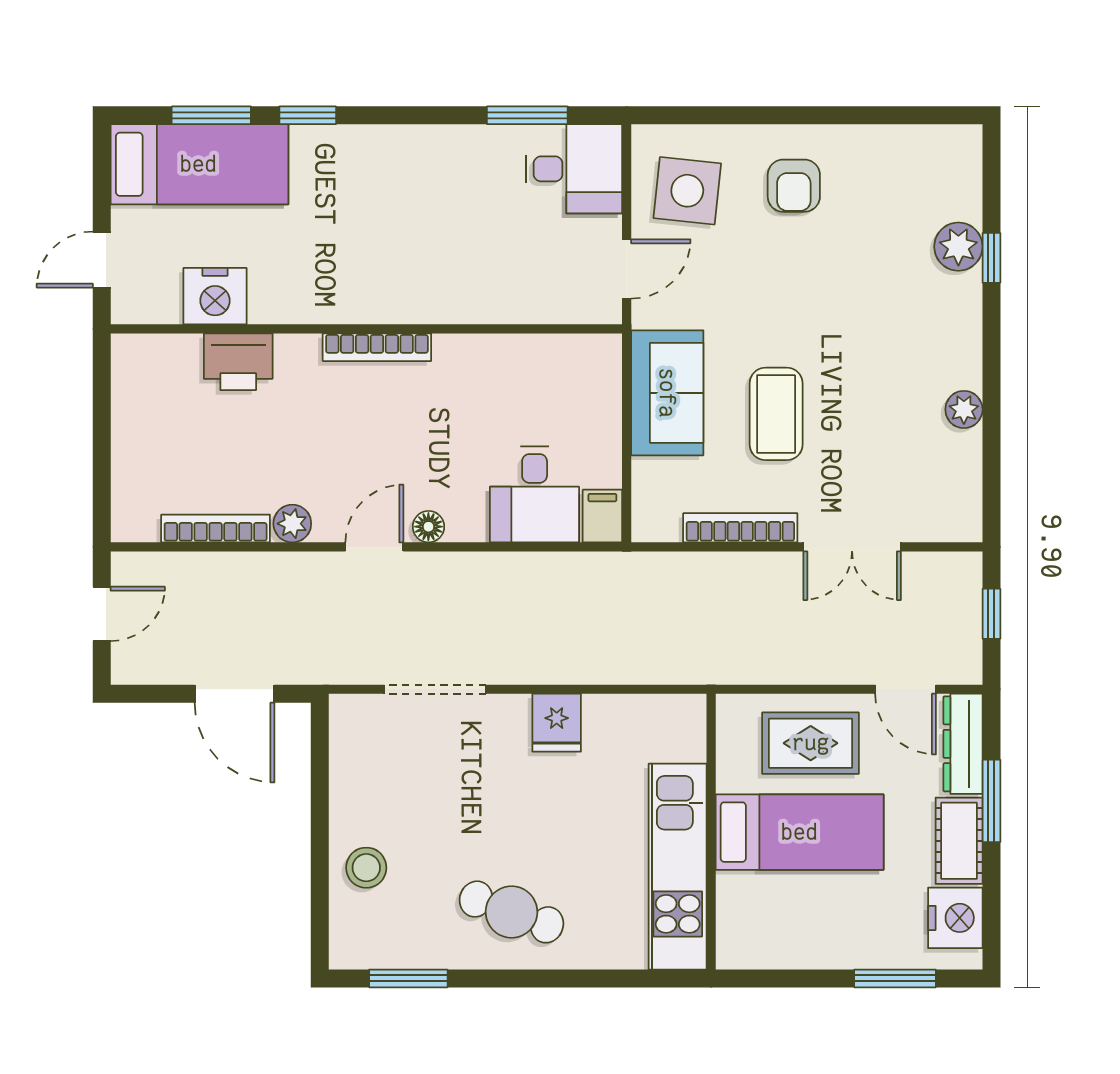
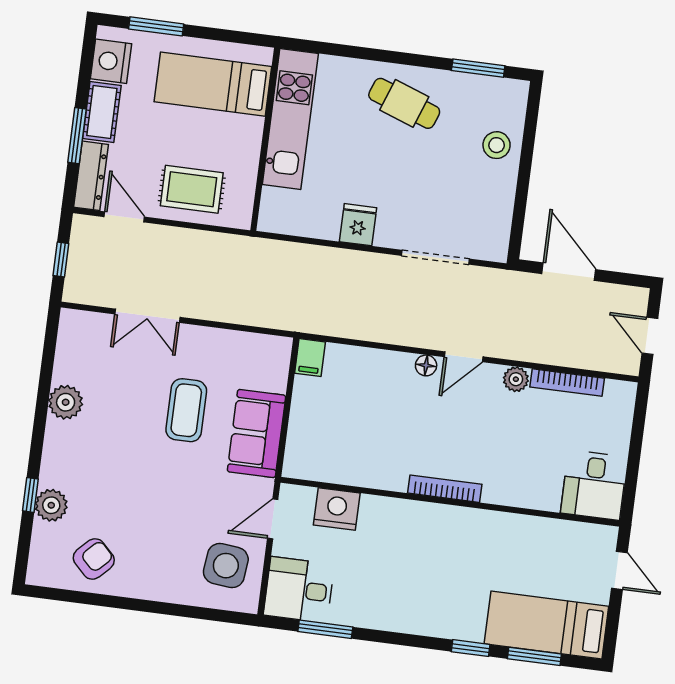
armchair: (794, 186) -> (94, 559), moved, turned 45
door: (102, 260) -> (619, 570), hinge flipped
nightstand: (215, 296) -> (337, 509), moved
printer: (238, 362) -> (538, 491), removed
plant: (964, 409) -> (66, 402), width x1.38, depth x1.38
desk: (535, 494) -> (594, 485), moved, turned 180
bookcase: (740, 528) -> (220, 338), removed
double door: (852, 547) -> (147, 316), swing flipped
door: (102, 614) -> (650, 336), hinge flipped
bed: (800, 832) -> (213, 84), moved

